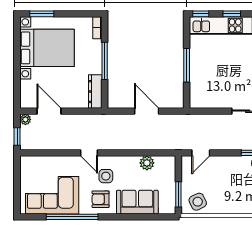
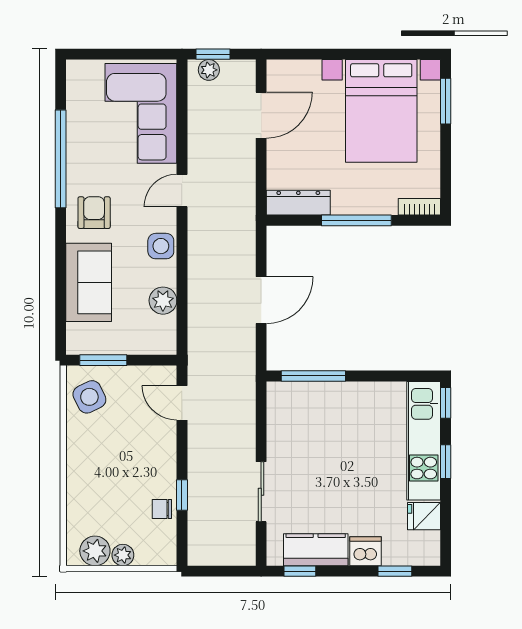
window: (187, 65) -> (313, 376), moved
plant: (25, 119) -> (209, 70), moved
side table: (106, 176) -> (161, 246), moved
corner sofa: (52, 195) -> (141, 113), moved, turned 180

